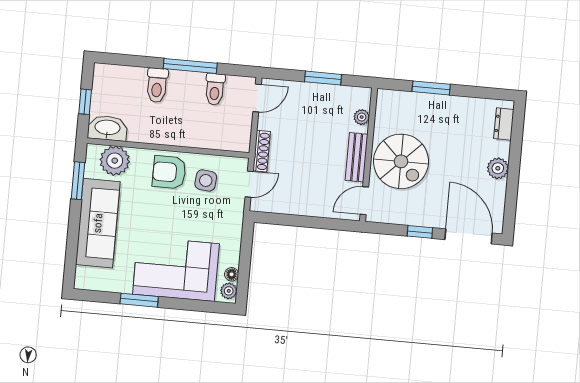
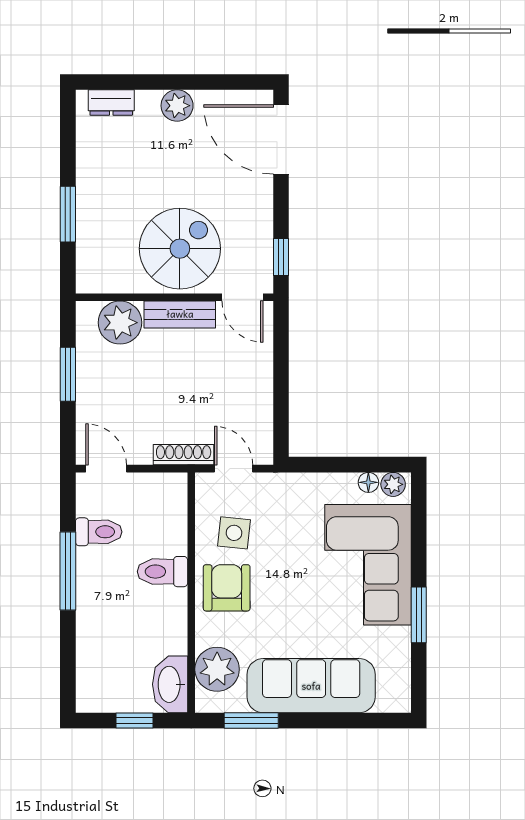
toilet: (157, 85) -> (162, 572), moved, turned 180
plant: (362, 117) -> (120, 323), width x1.88, depth x1.88
armchair: (169, 172) -> (227, 588), turned 180
window: (420, 232) -> (281, 257), moved
door: (469, 236) -> (281, 139), hinge flipped

